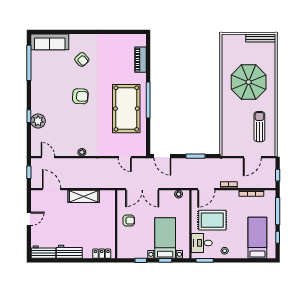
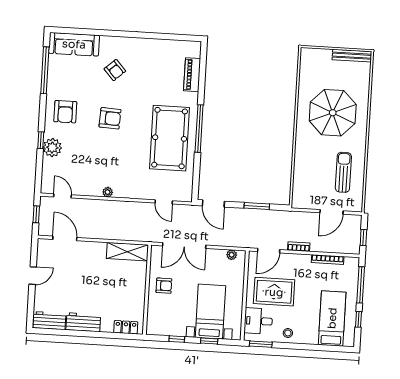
armchair: (46, 93) -> (65, 112), added
shelving: (84, 196) -> (127, 252), moved

